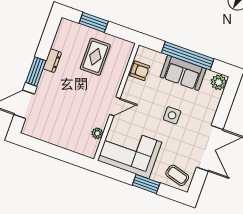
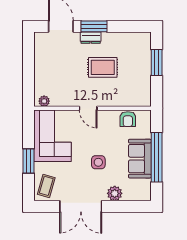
rug: (95, 57) -> (103, 67), moved
dresser: (52, 61) -> (91, 38), moved
plant: (219, 82) -> (115, 193), moved
plant: (97, 133) -> (44, 101), moved

